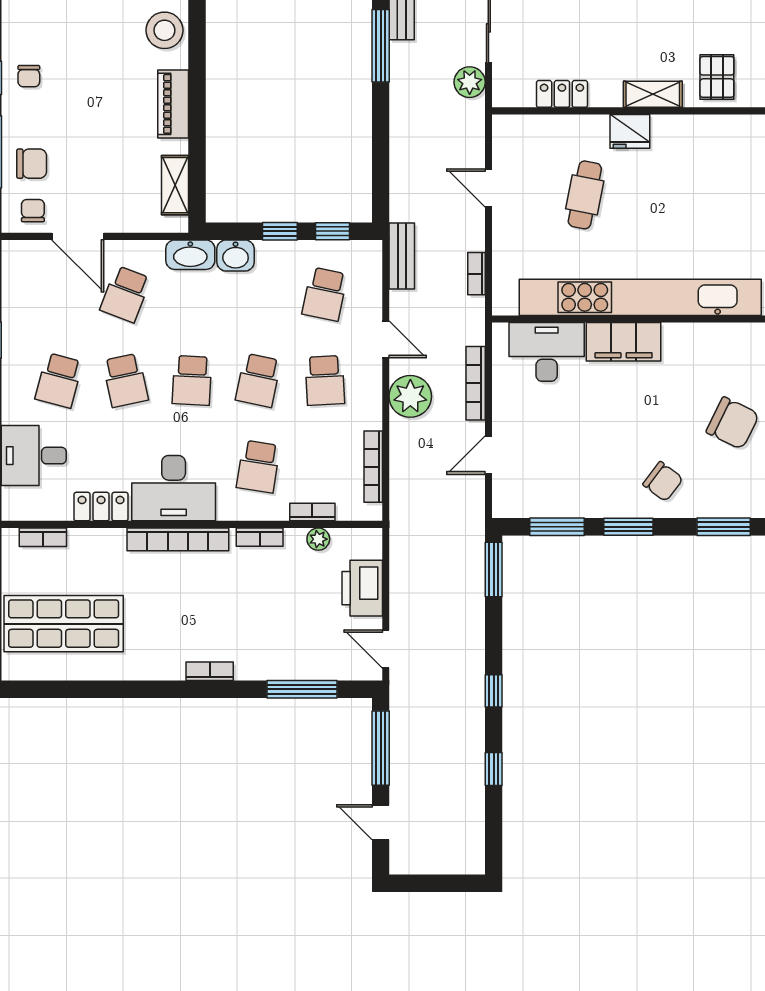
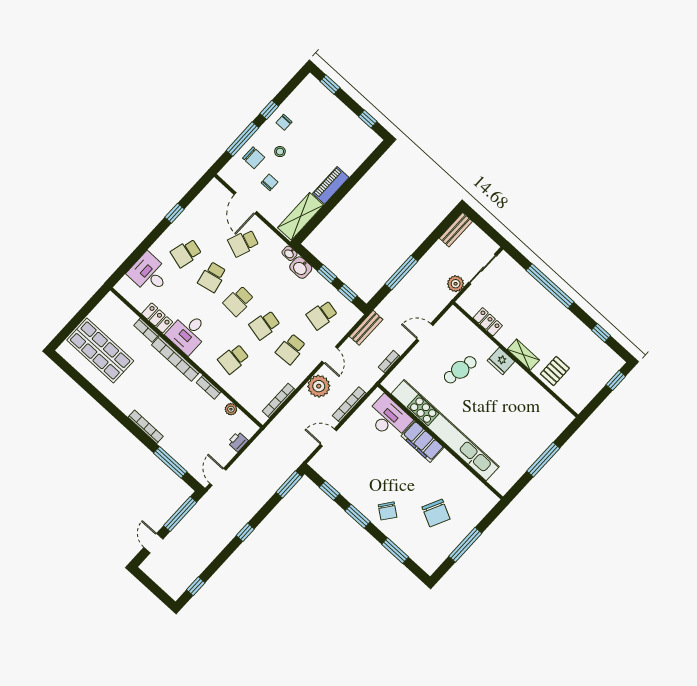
stool: (164, 30) -> (280, 152), moved, width x0.53, depth x0.53
window: (381, 46) -> (401, 273), moved
shelving: (175, 185) -> (301, 216), width x1.50, depth x1.33
door: (488, 188) -> (425, 332), hinge flipped
chair: (33, 211) -> (270, 182), moved
washbasin: (190, 255) -> (289, 253), width x0.52, depth x0.69
desk: (174, 488) -> (188, 333), width x0.73
bookcase: (312, 512) -> (238, 396), removed
window: (557, 527) -> (330, 490), width x0.67
bookcase: (43, 537) -> (146, 330), moved
printer: (362, 588) -> (238, 442), width x0.53, depth x0.68
bookcase: (210, 671) -> (146, 427), width x1.56
window: (494, 769) -> (196, 586), moved

